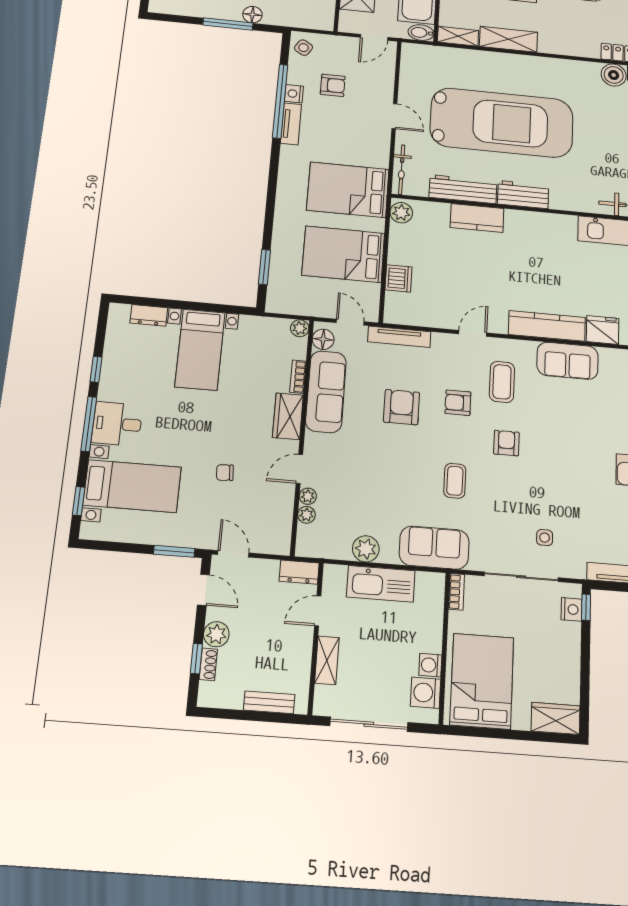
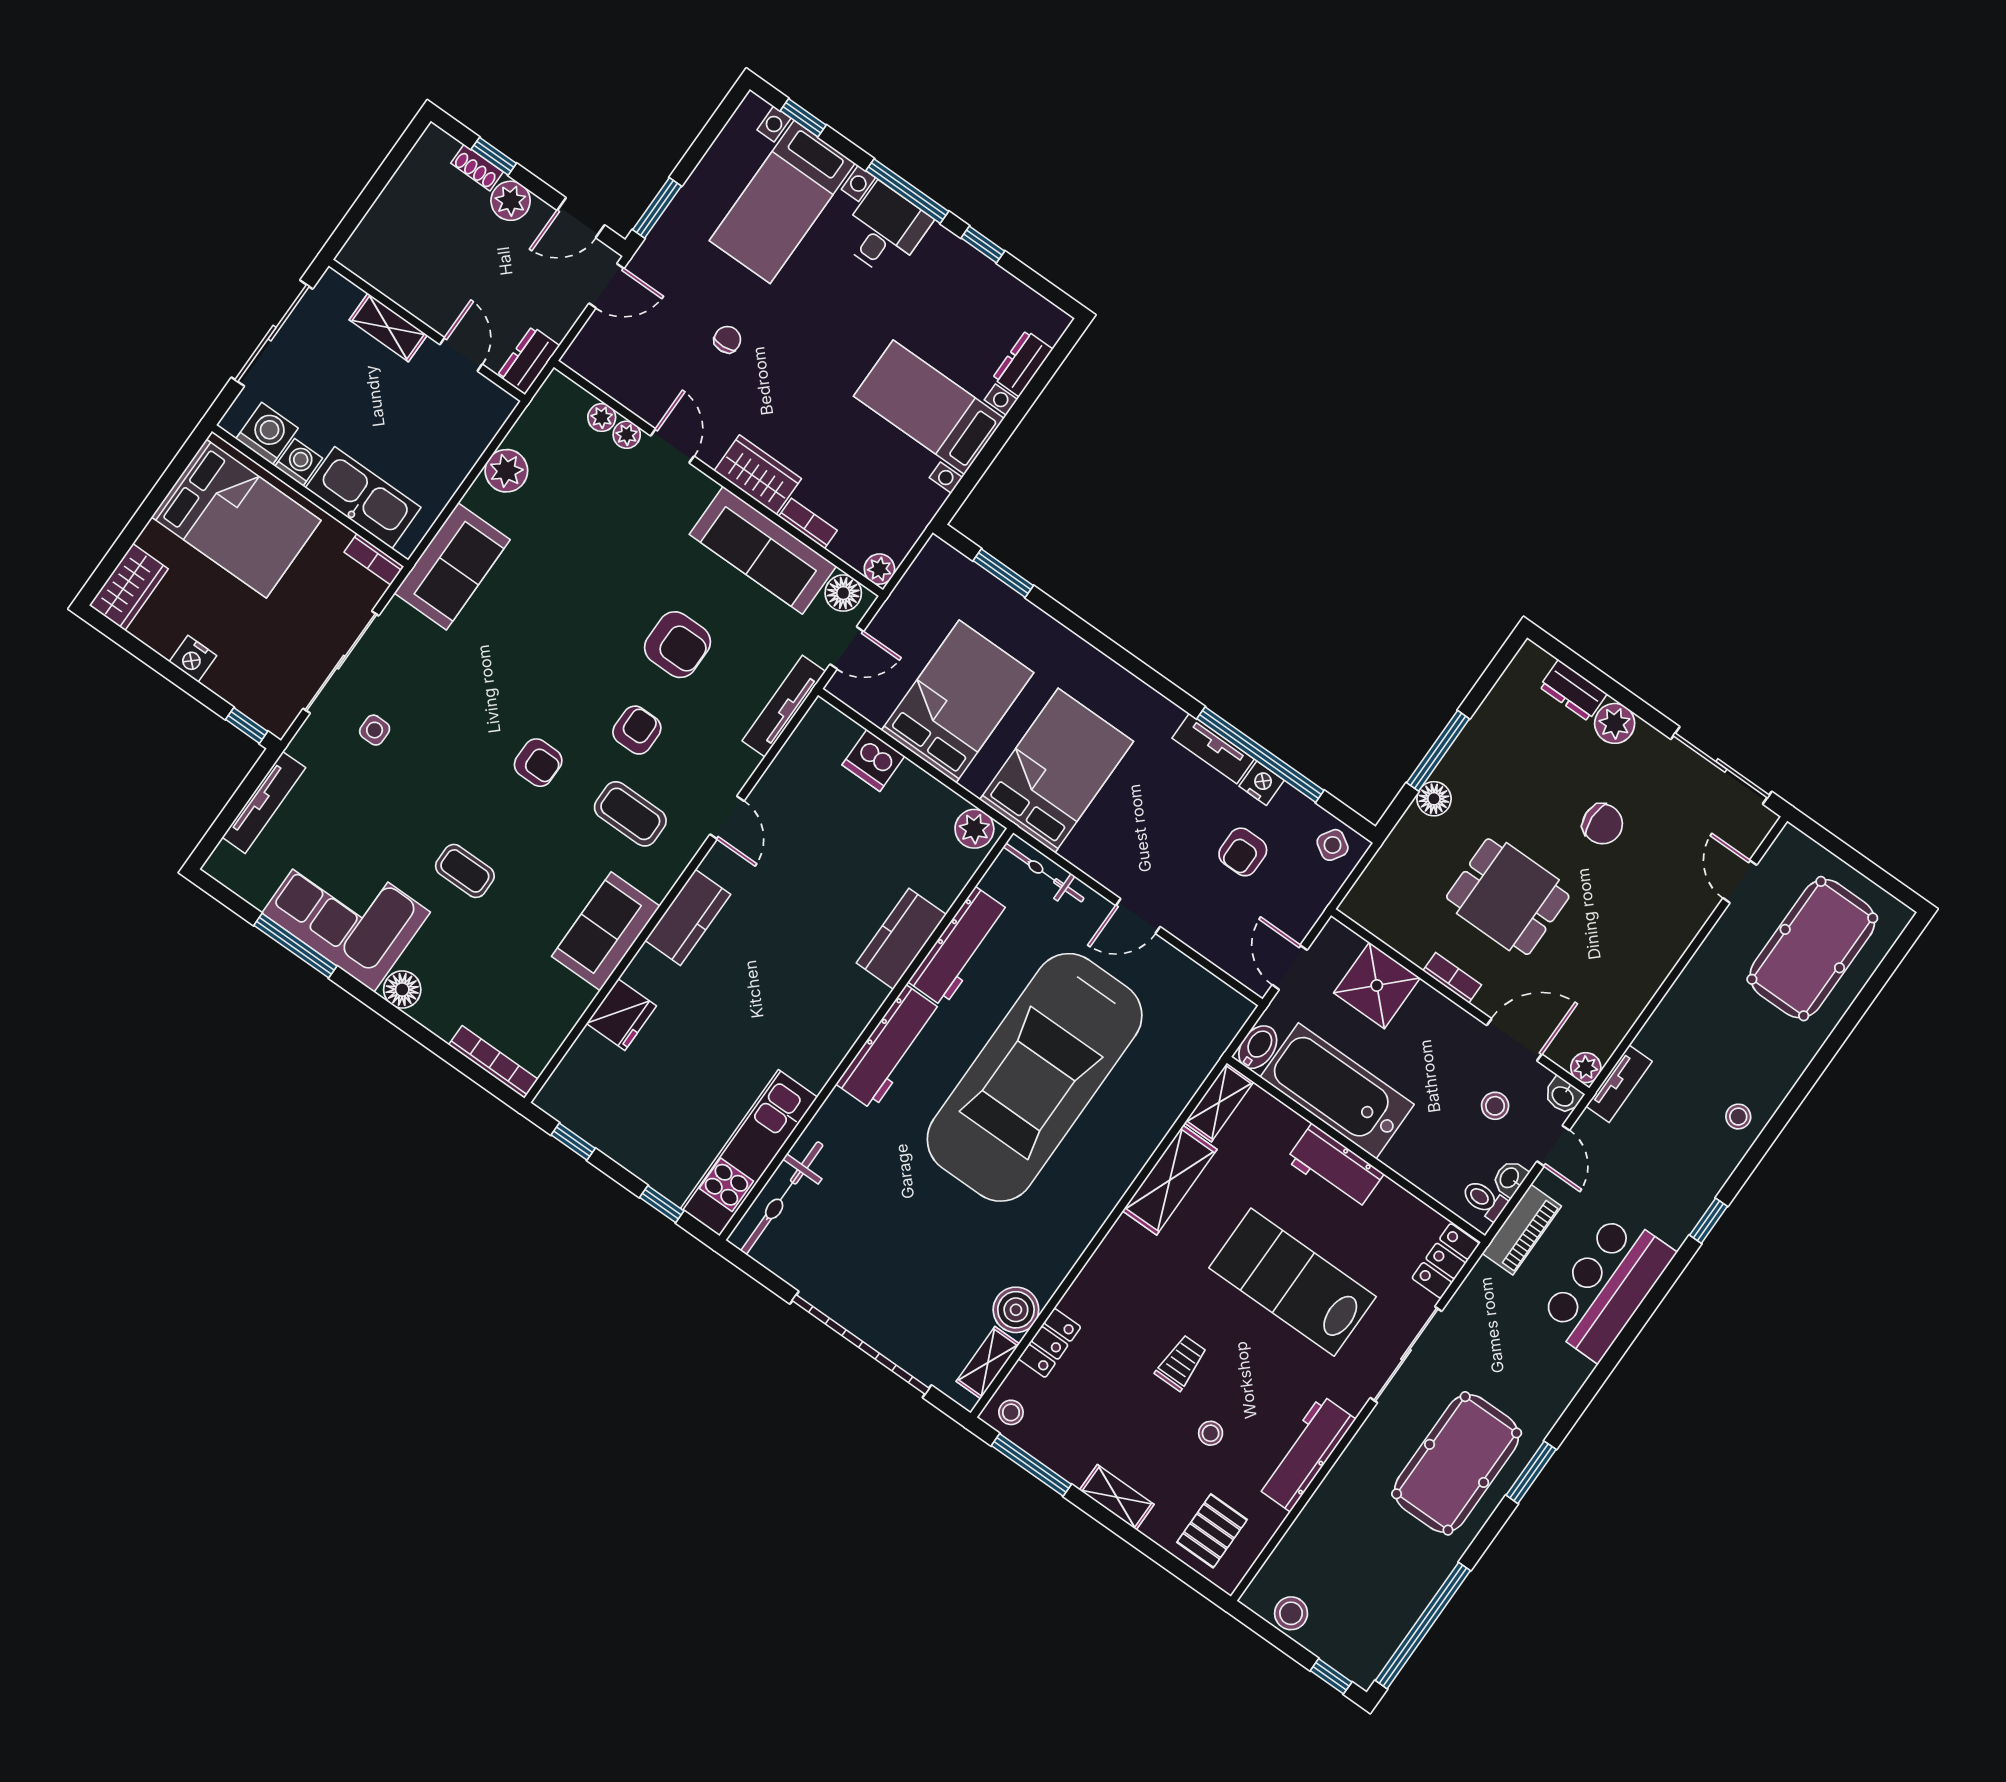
workbench: (523, 195) -> (889, 1047), width x1.38
kitchen counter: (547, 326) -> (688, 917), width x0.67
coffee table: (455, 481) -> (465, 871), moved
kitchen sink: (381, 584) -> (363, 498), moved, turned 90
nightstand: (571, 609) -> (193, 659), moved
bench: (269, 702) -> (379, 219), removed

